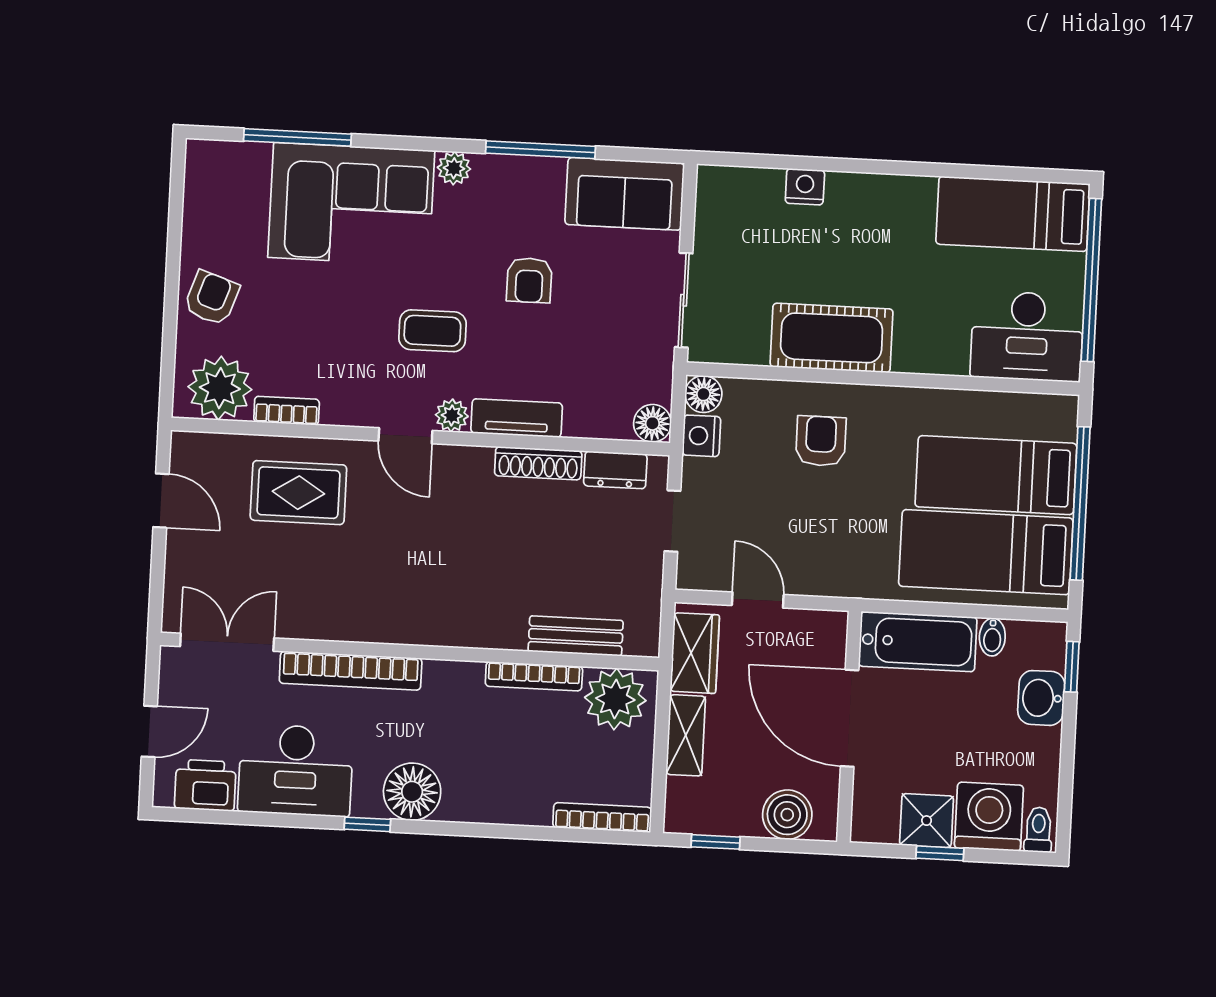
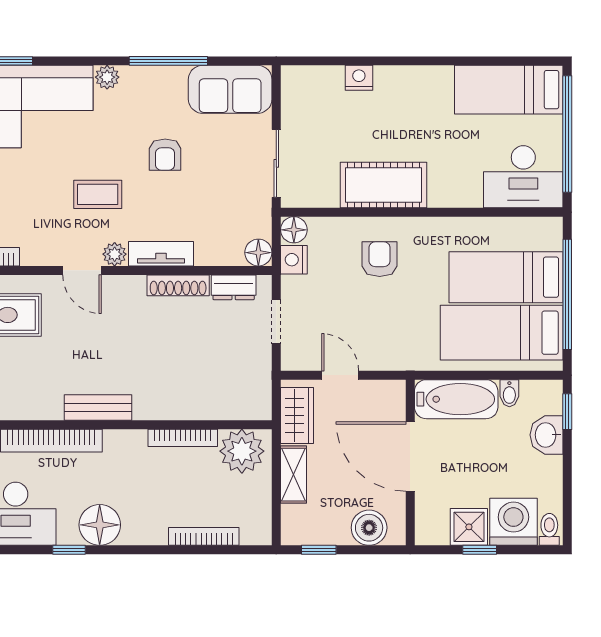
bench: (576, 636) -> (98, 407), moved
bookcase: (602, 817) -> (204, 536), moved

